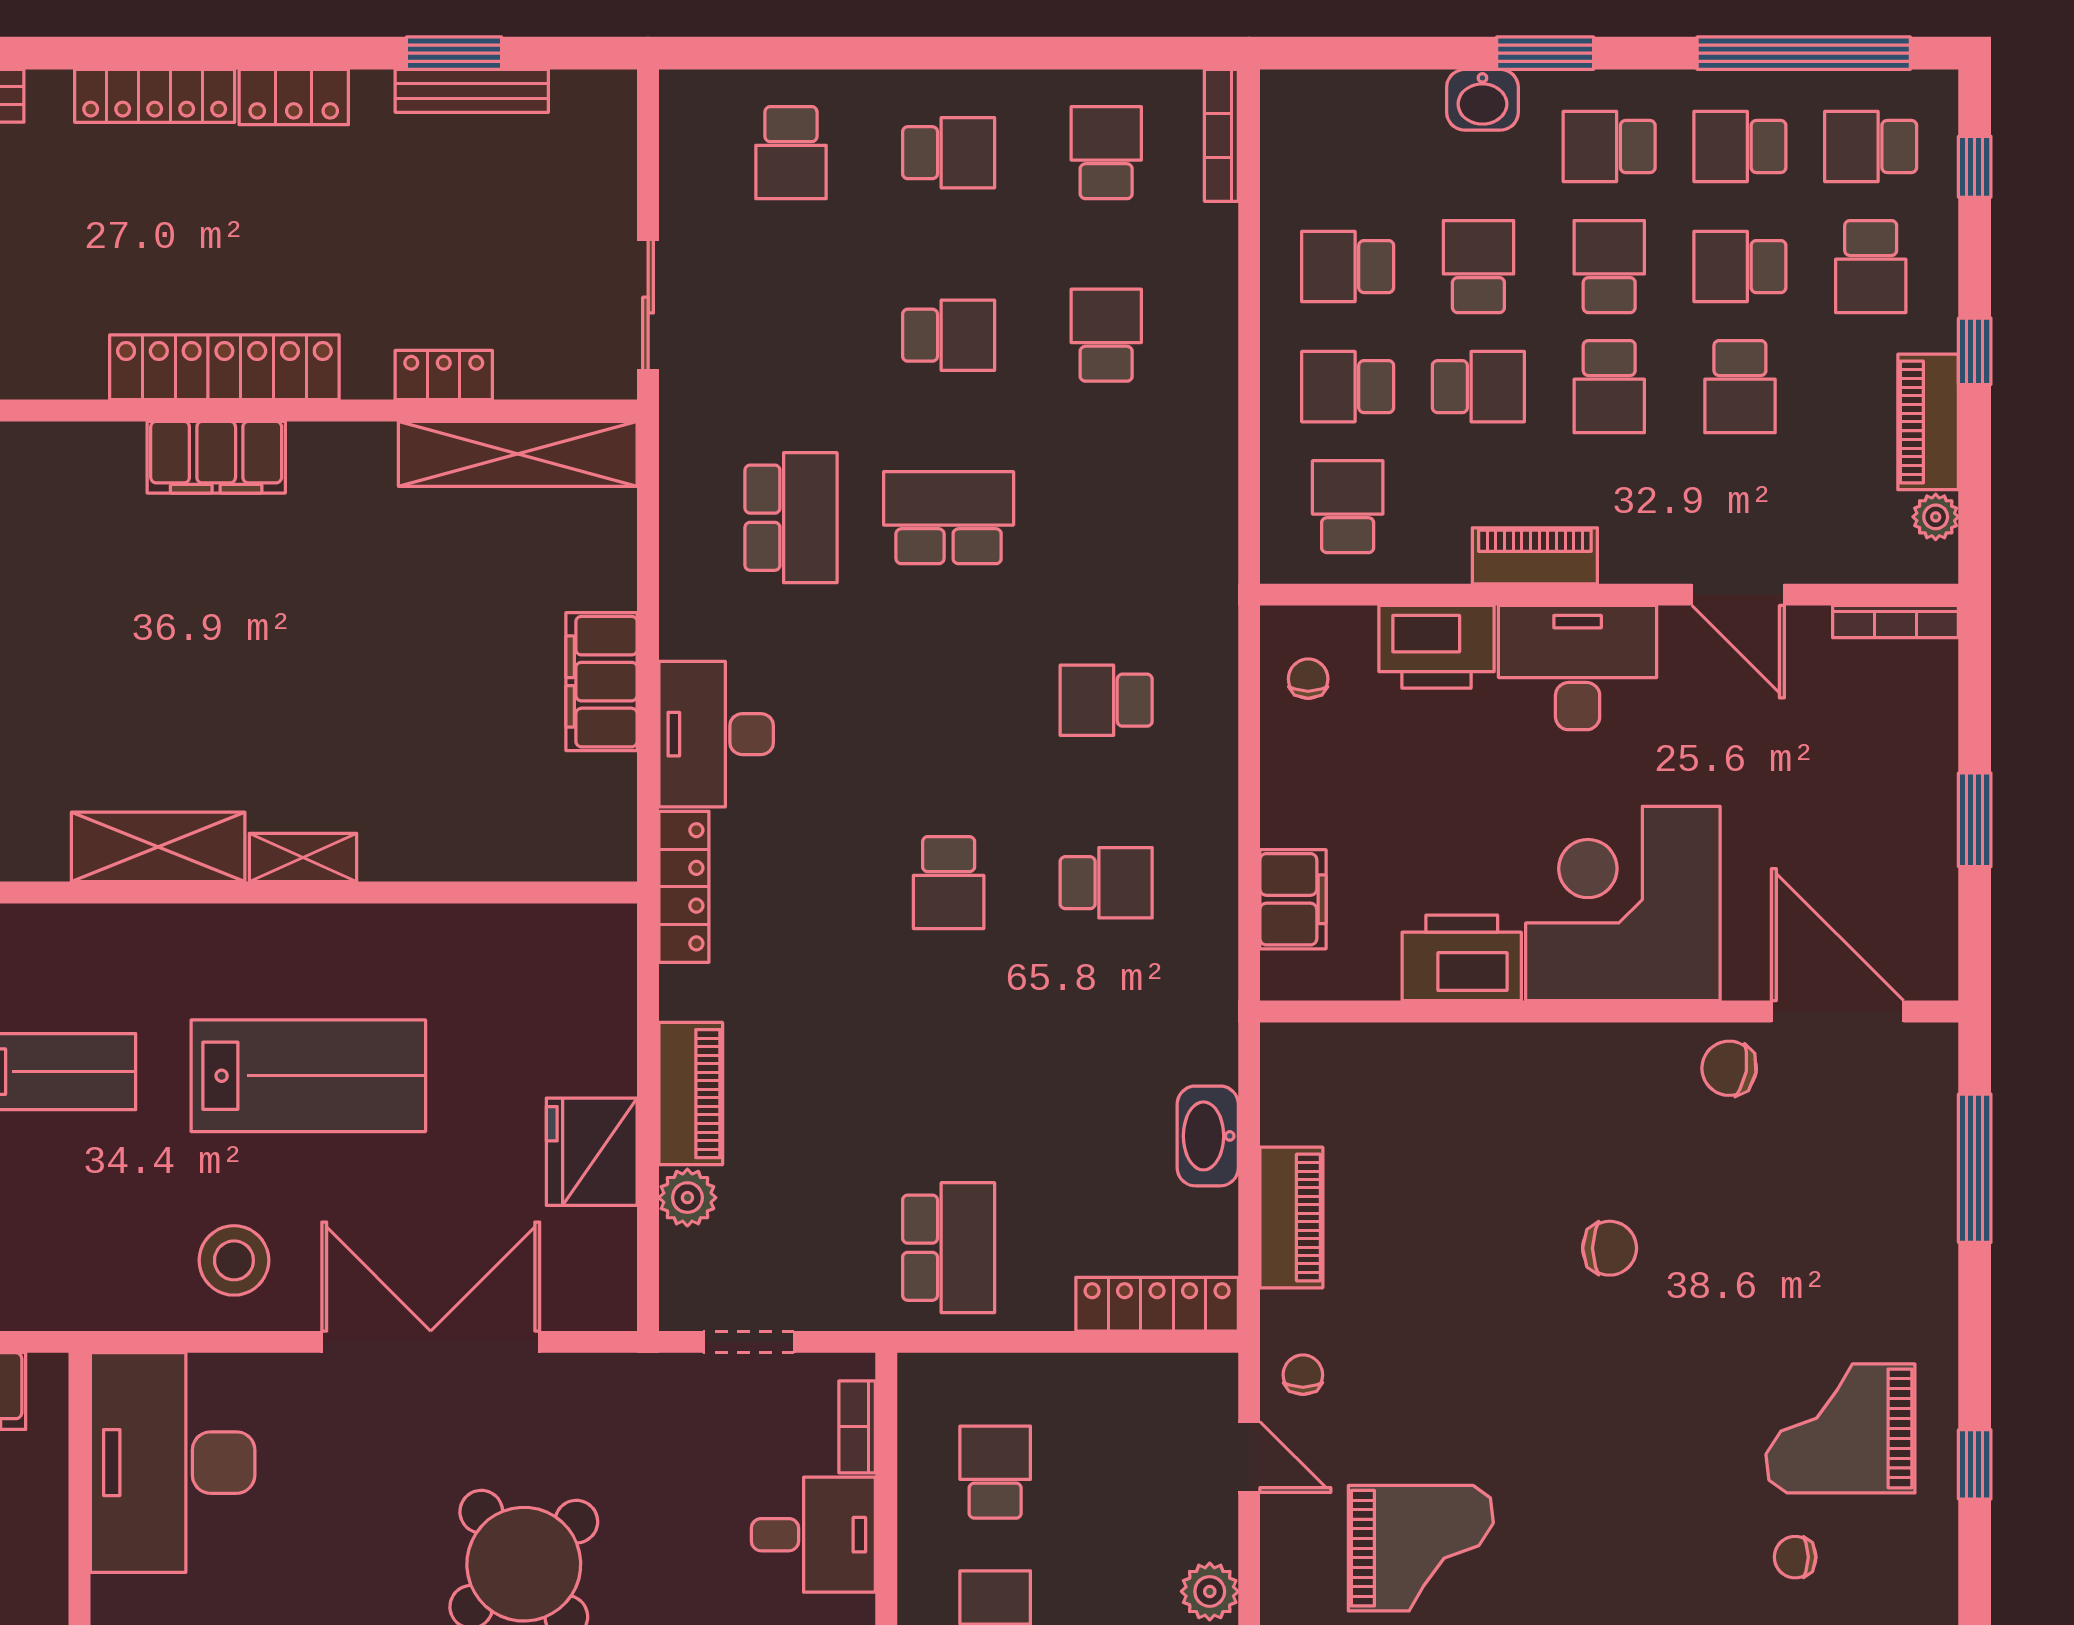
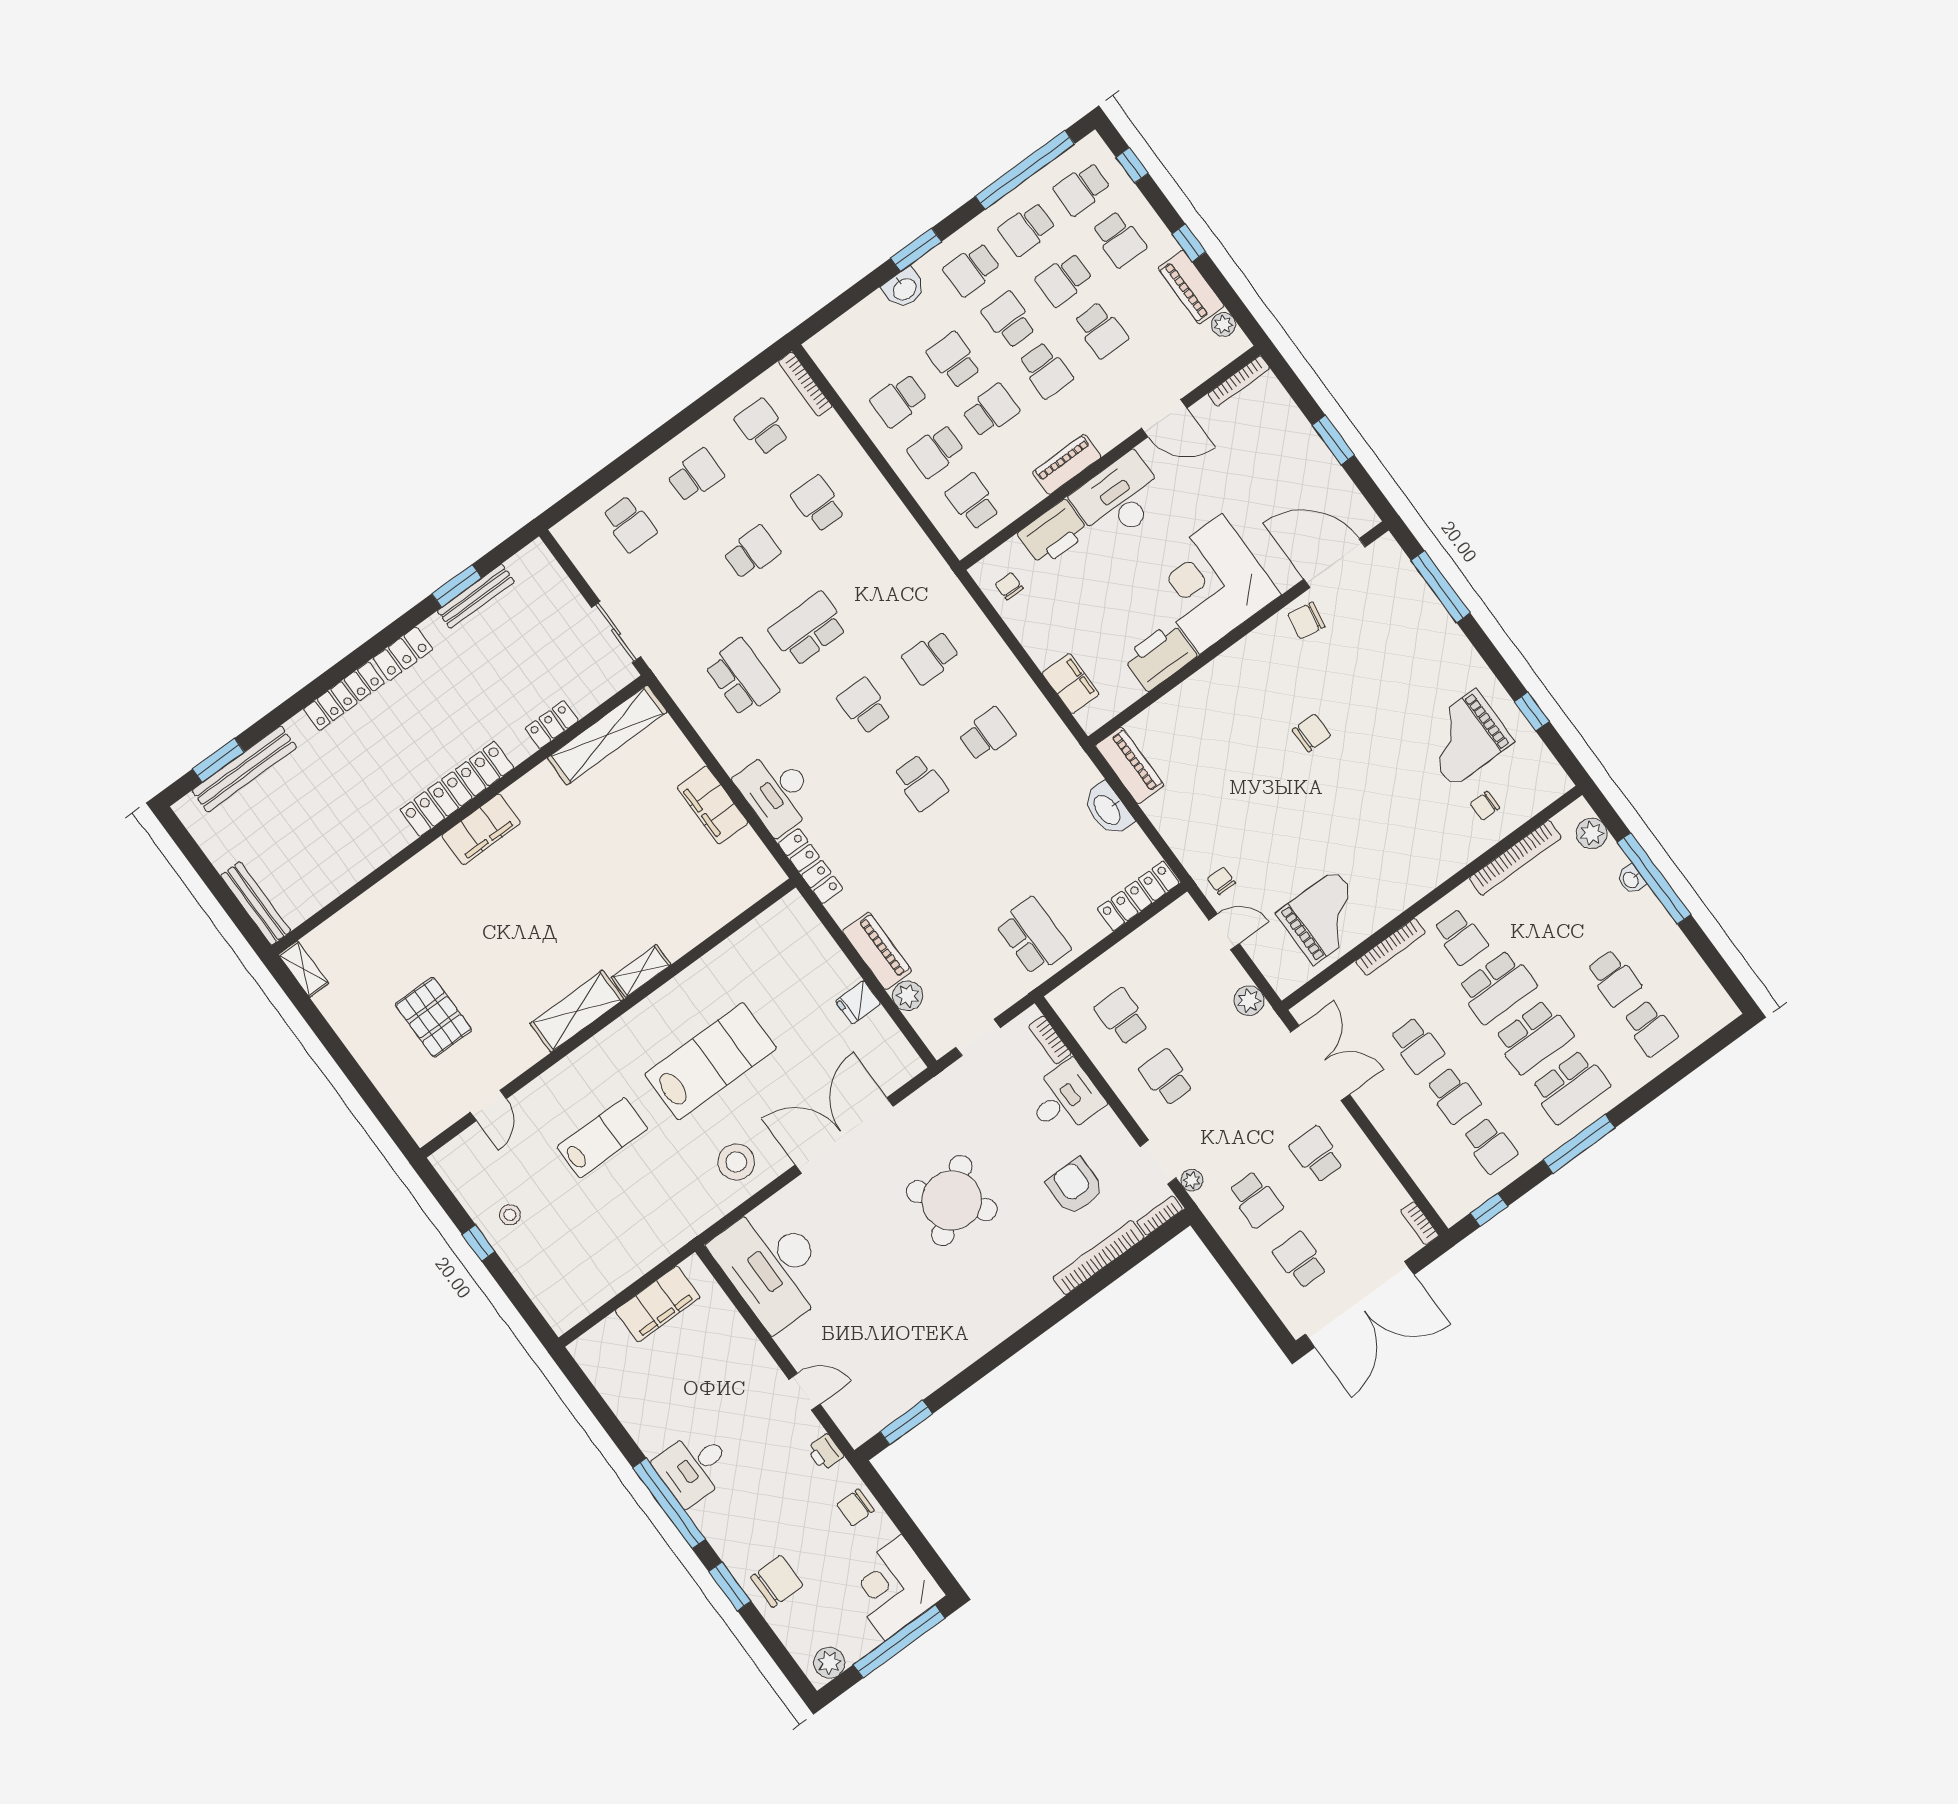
school desk: (949, 700) -> (864, 706), added
fridge: (592, 1152) -> (858, 1002), width x0.53, depth x0.75
piano: (1291, 1218) -> (1130, 766), moved

